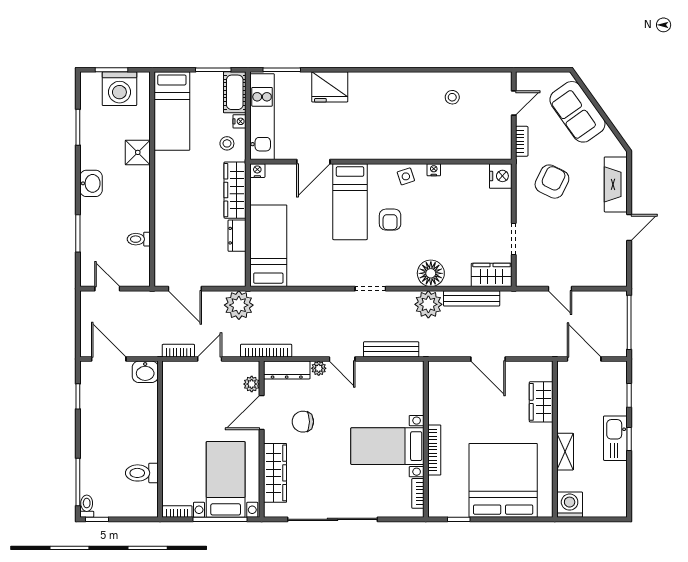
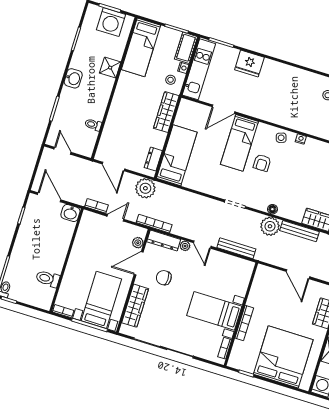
nightstand: (257, 171) -> (185, 104), removed
dresser: (237, 236) -> (153, 159), moved
floor lamp: (431, 273) -> (272, 209), width x0.53, depth x0.53

